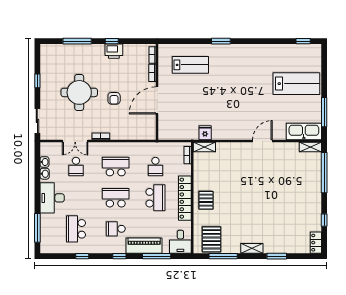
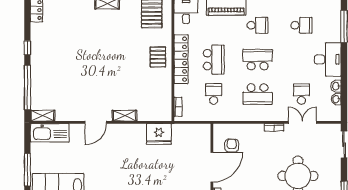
armchair: (114, 98) -> (232, 146), moved
window: (324, 112) -> (27, 170), moved
fridge: (205, 133) -> (159, 134), width x1.88, depth x1.34
shelving: (204, 147) -> (124, 116), moved
school desk: (116, 198) -> (258, 60), turned 180
school desk: (155, 198) -> (214, 60), turned 180
window: (324, 220) -> (27, 48), moved
school desk: (76, 229) -> (301, 25), width x0.54

